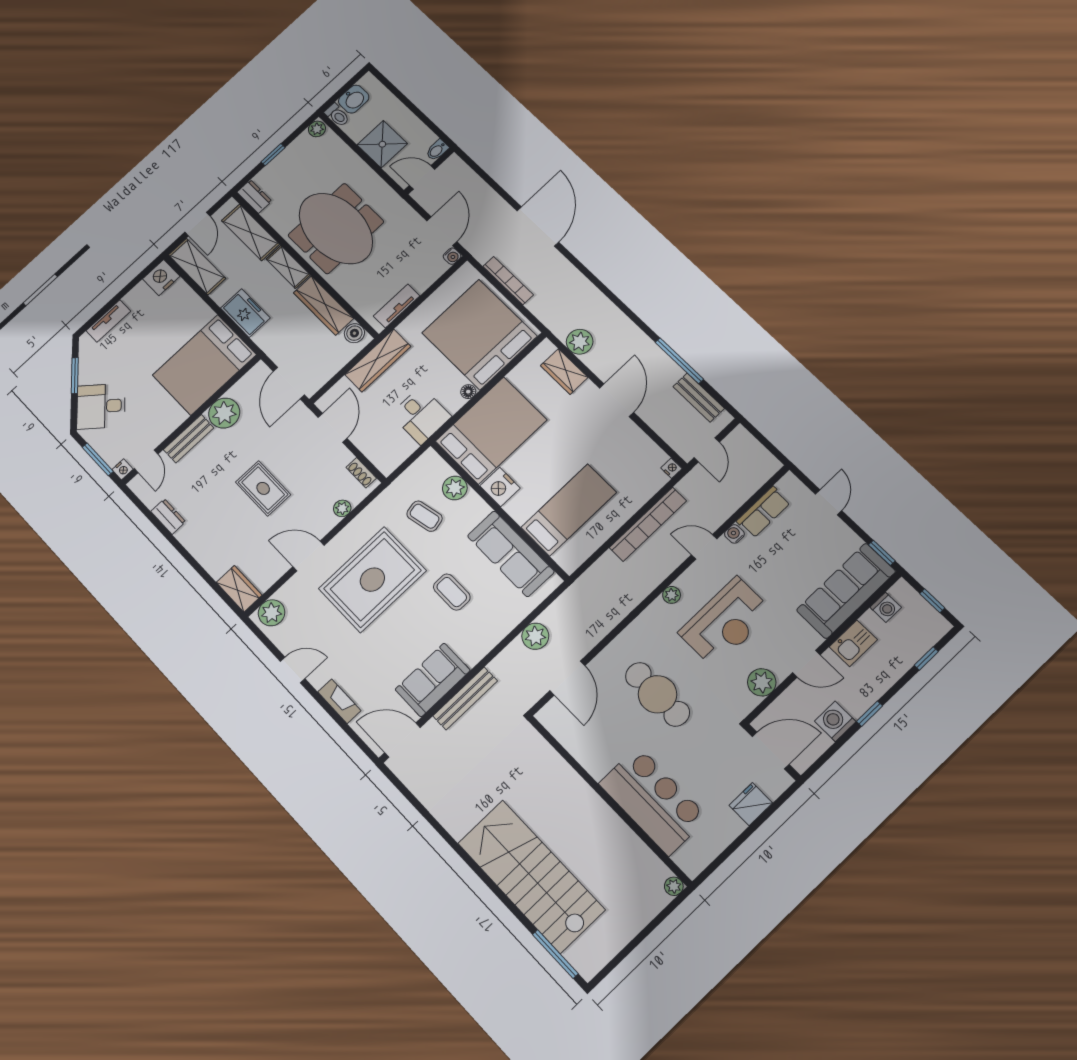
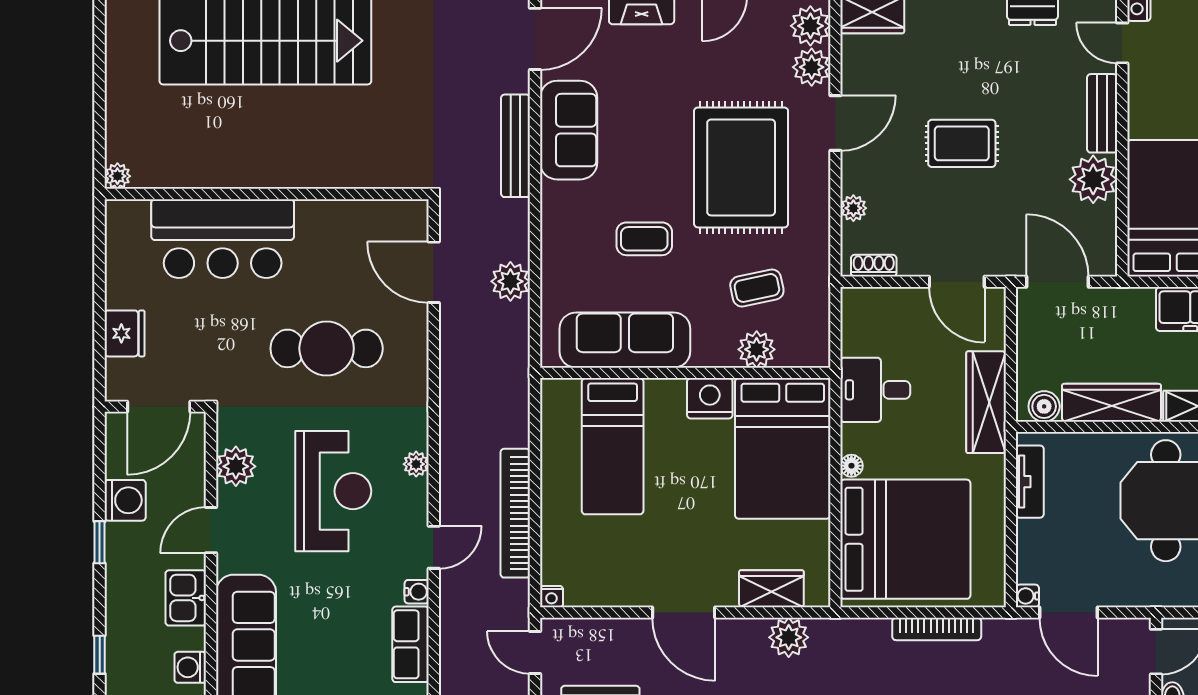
plant: (291, 593) -> (812, 67), added
reception desk: (726, 622) -> (333, 491), turned 180

